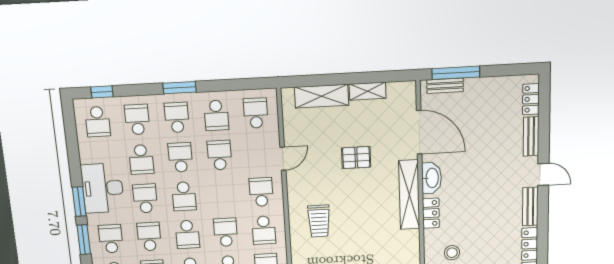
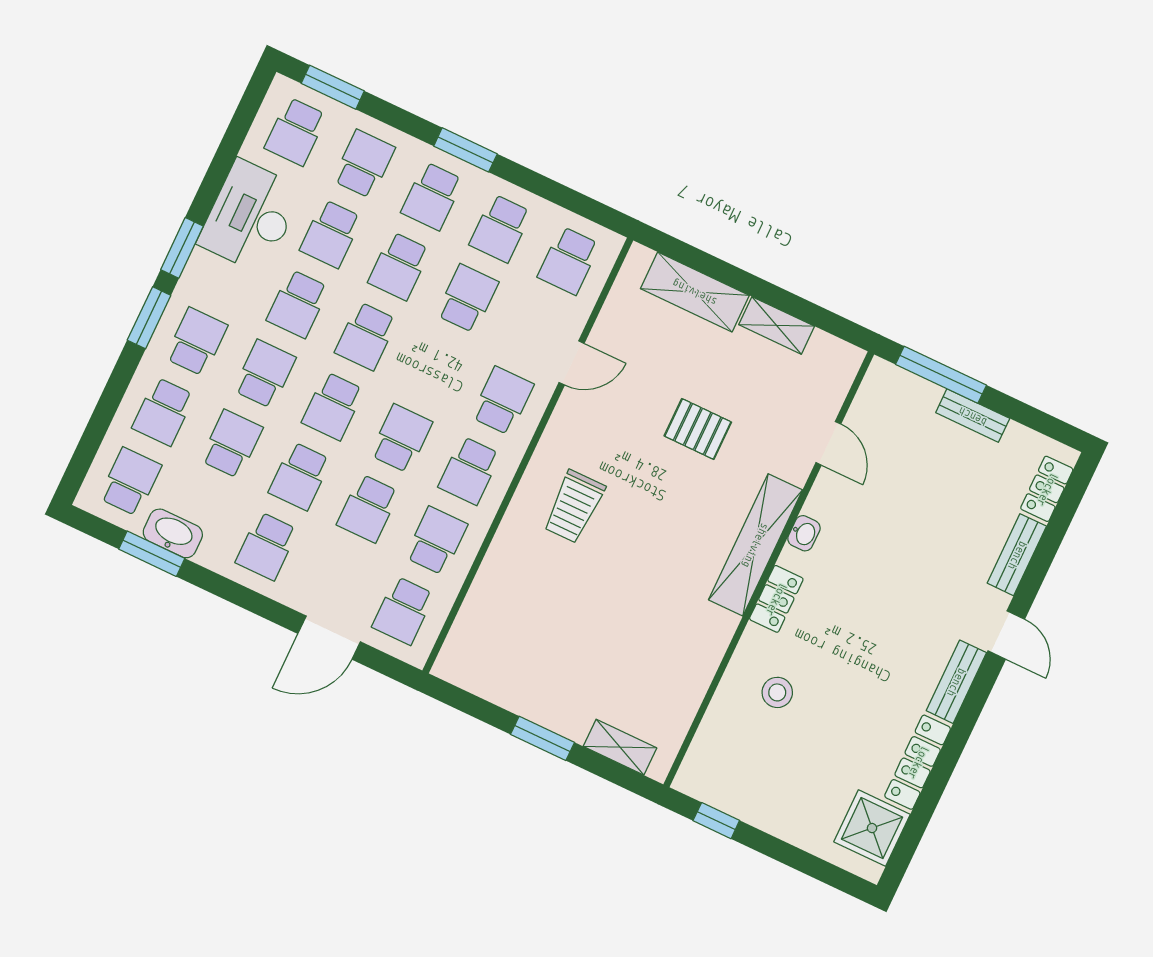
bench: (445, 86) -> (973, 416), moved
window: (102, 92) -> (333, 87), width x1.50
school desk: (256, 113) -> (569, 261), turned 180
school desk: (177, 117) -> (432, 196), turned 180
door: (419, 132) -> (828, 443), width x0.53
school desk: (180, 157) -> (399, 266), turned 180
washbasin: (432, 178) -> (804, 533), width x0.52, depth x0.69
desk: (103, 188) -> (250, 216), moved
school desk: (145, 198) -> (298, 304), turned 180

